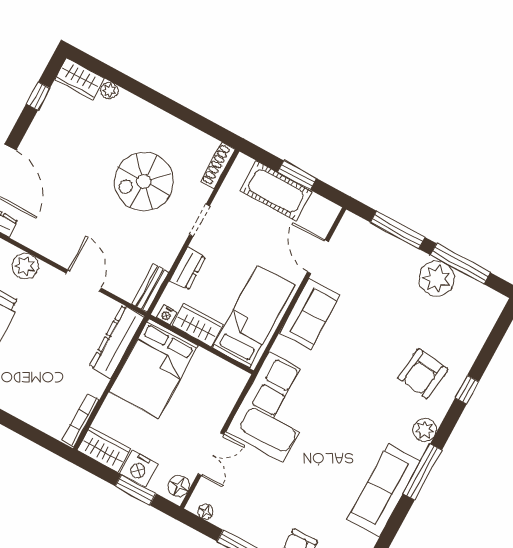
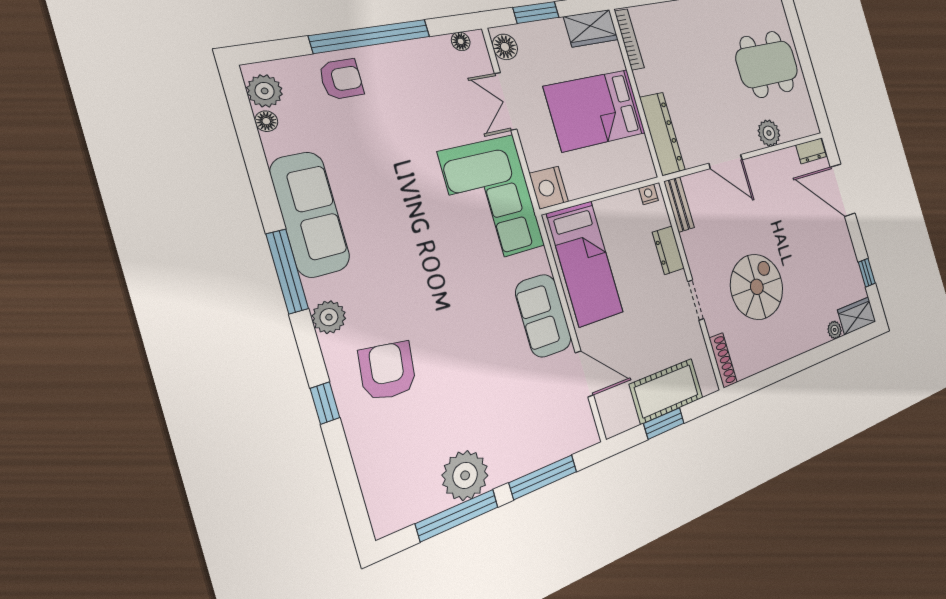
wardrobe: (197, 325) -> (619, 209), removed
bed: (154, 369) -> (595, 110), moved, turned -90
nightstand: (139, 469) -> (549, 188), moved, turned -90

